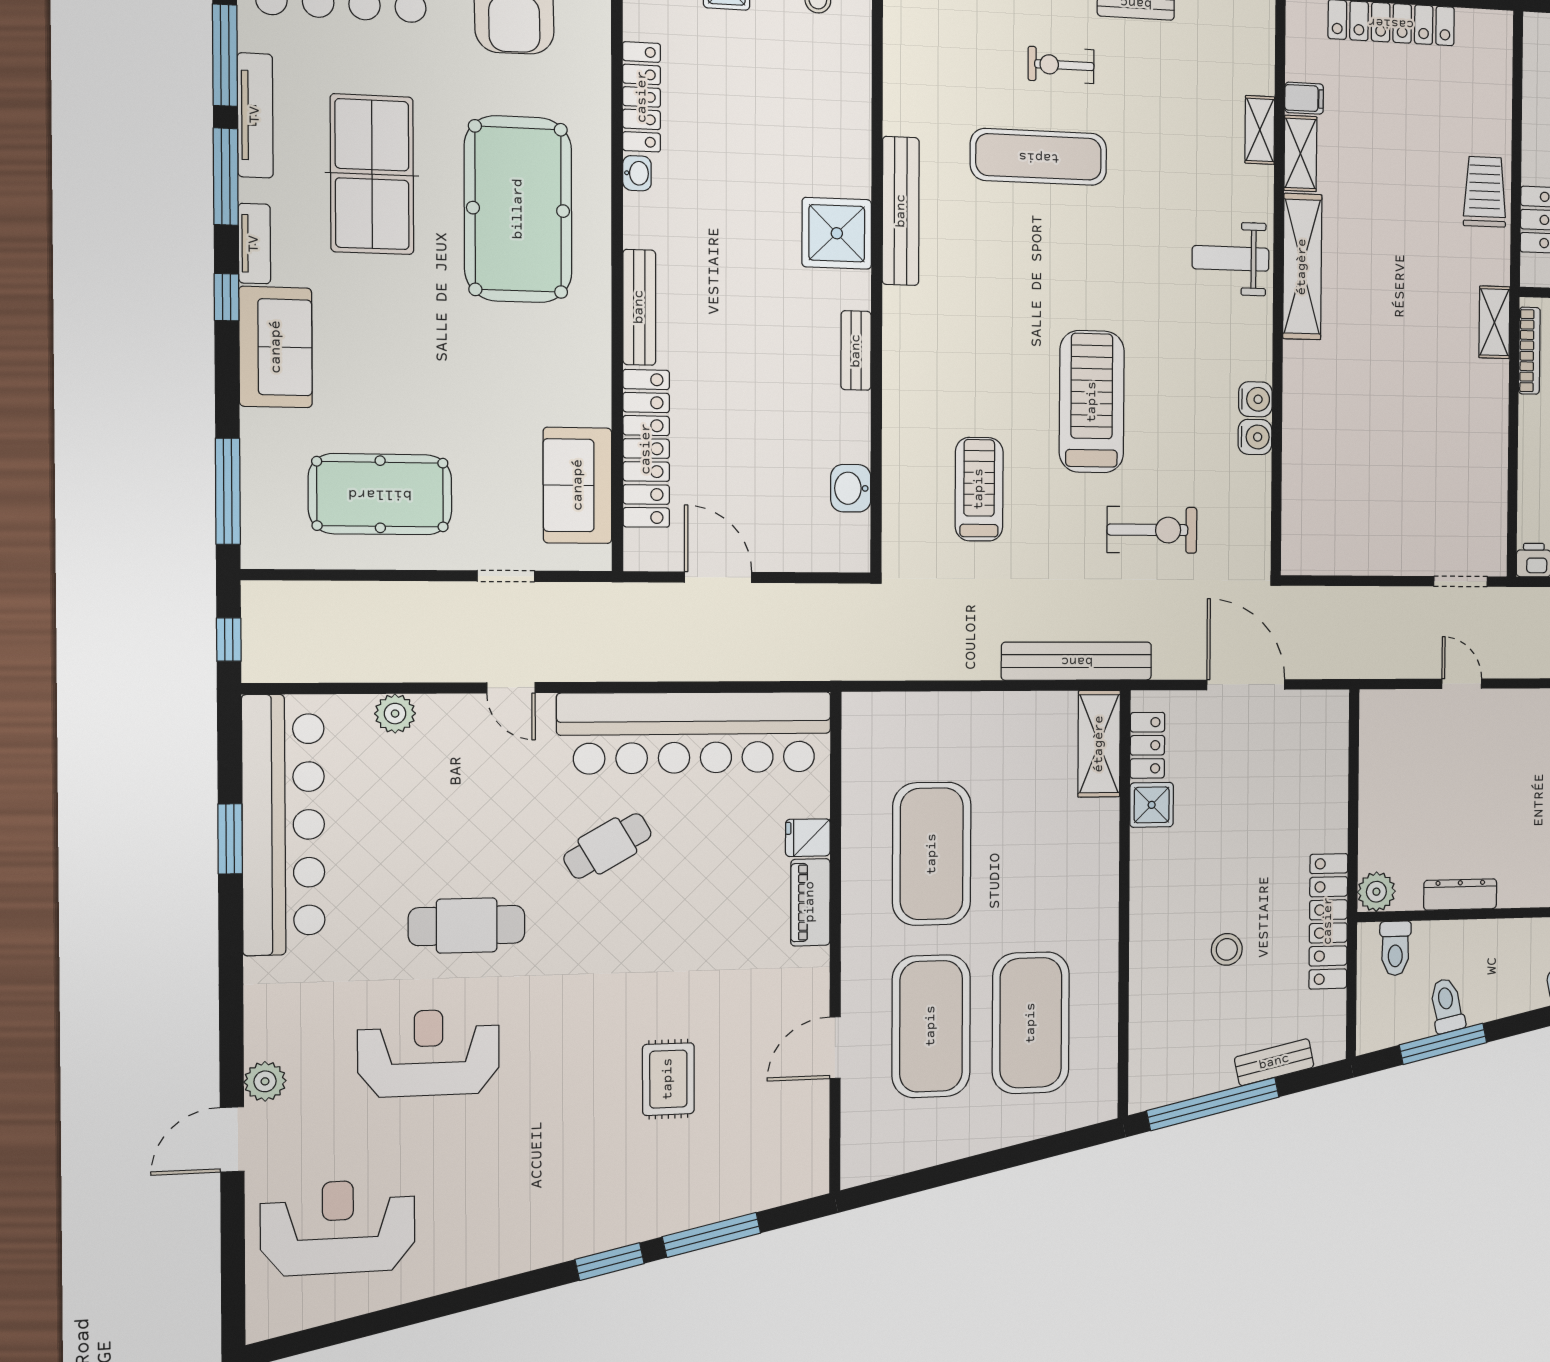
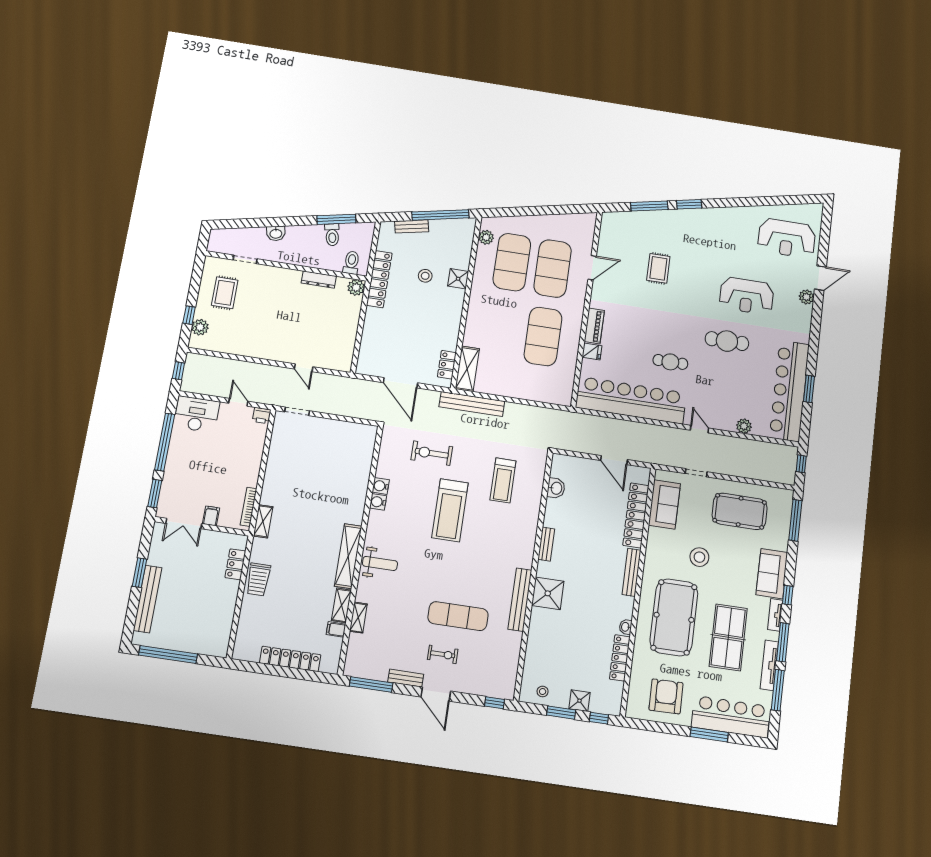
stool: (471, 366) -> (699, 557), added
shower: (1152, 805) -> (458, 279), moved
cafe table: (607, 846) -> (670, 362), turned 30
plant: (1100, 1071) -> (486, 237), added

